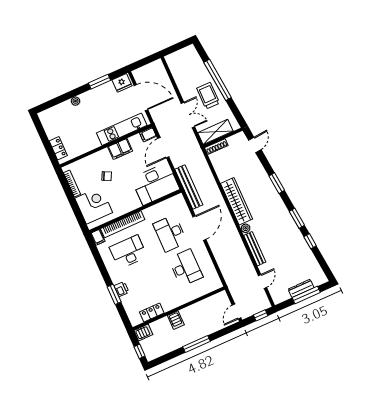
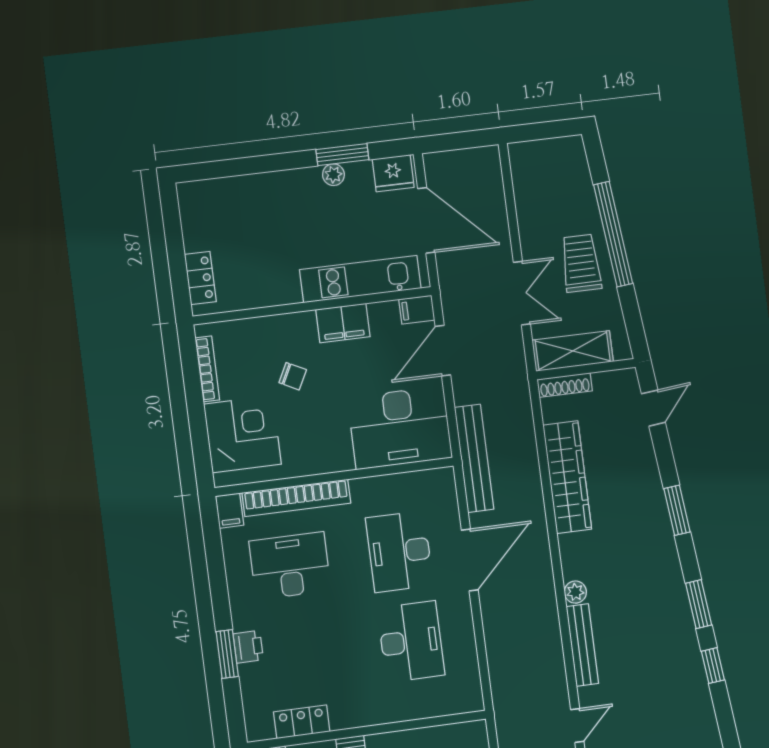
plant: (76, 101) -> (333, 175), moved
wardrobe: (237, 201) -> (567, 477), moved

